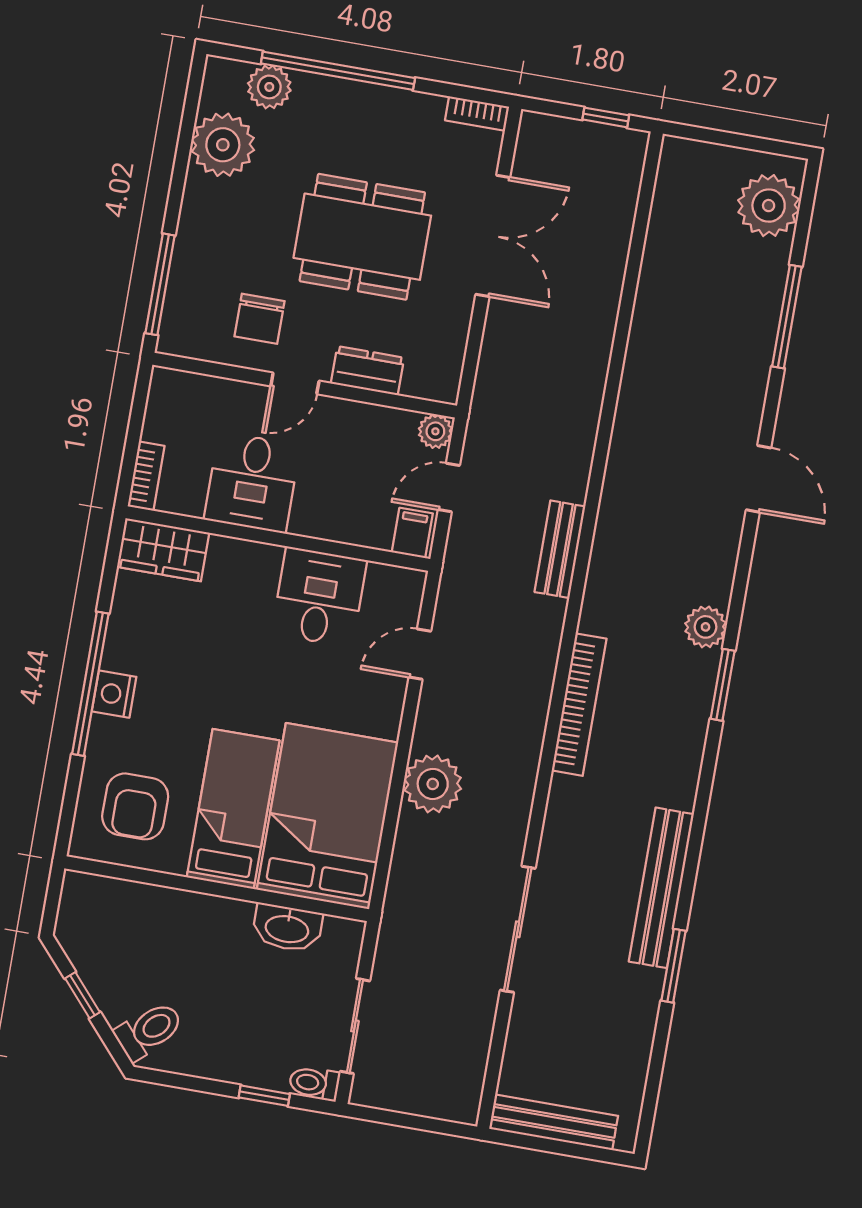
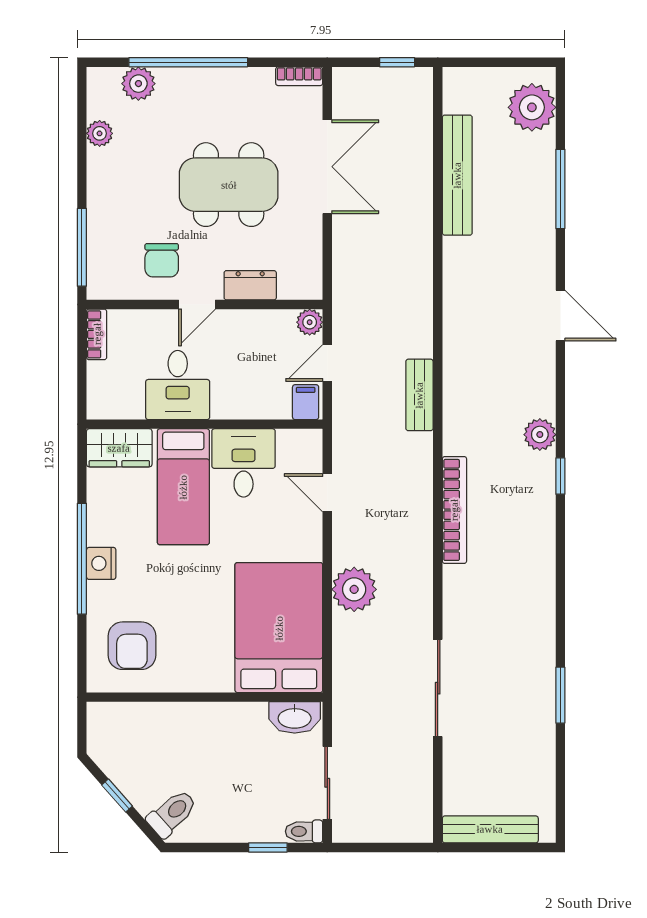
plant: (223, 145) -> (100, 133), width x0.53, depth x0.53
bookcase: (146, 476) -> (97, 334), moved
door: (420, 654) -> (327, 493), hinge flipped
window: (723, 685) -> (560, 476), width x0.67
bed: (233, 809) -> (183, 487), moved, turned 180
bench: (661, 888) -> (457, 175), moved
washbasin: (287, 928) -> (295, 717), moved

